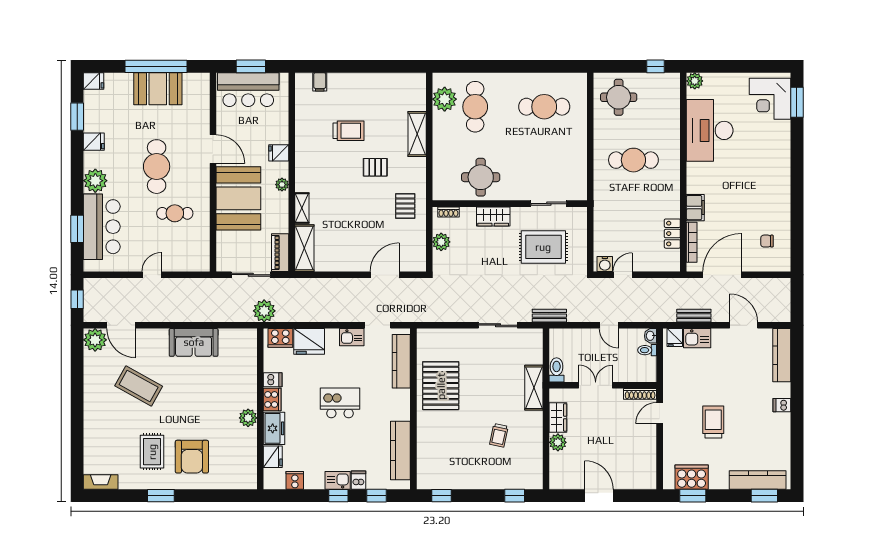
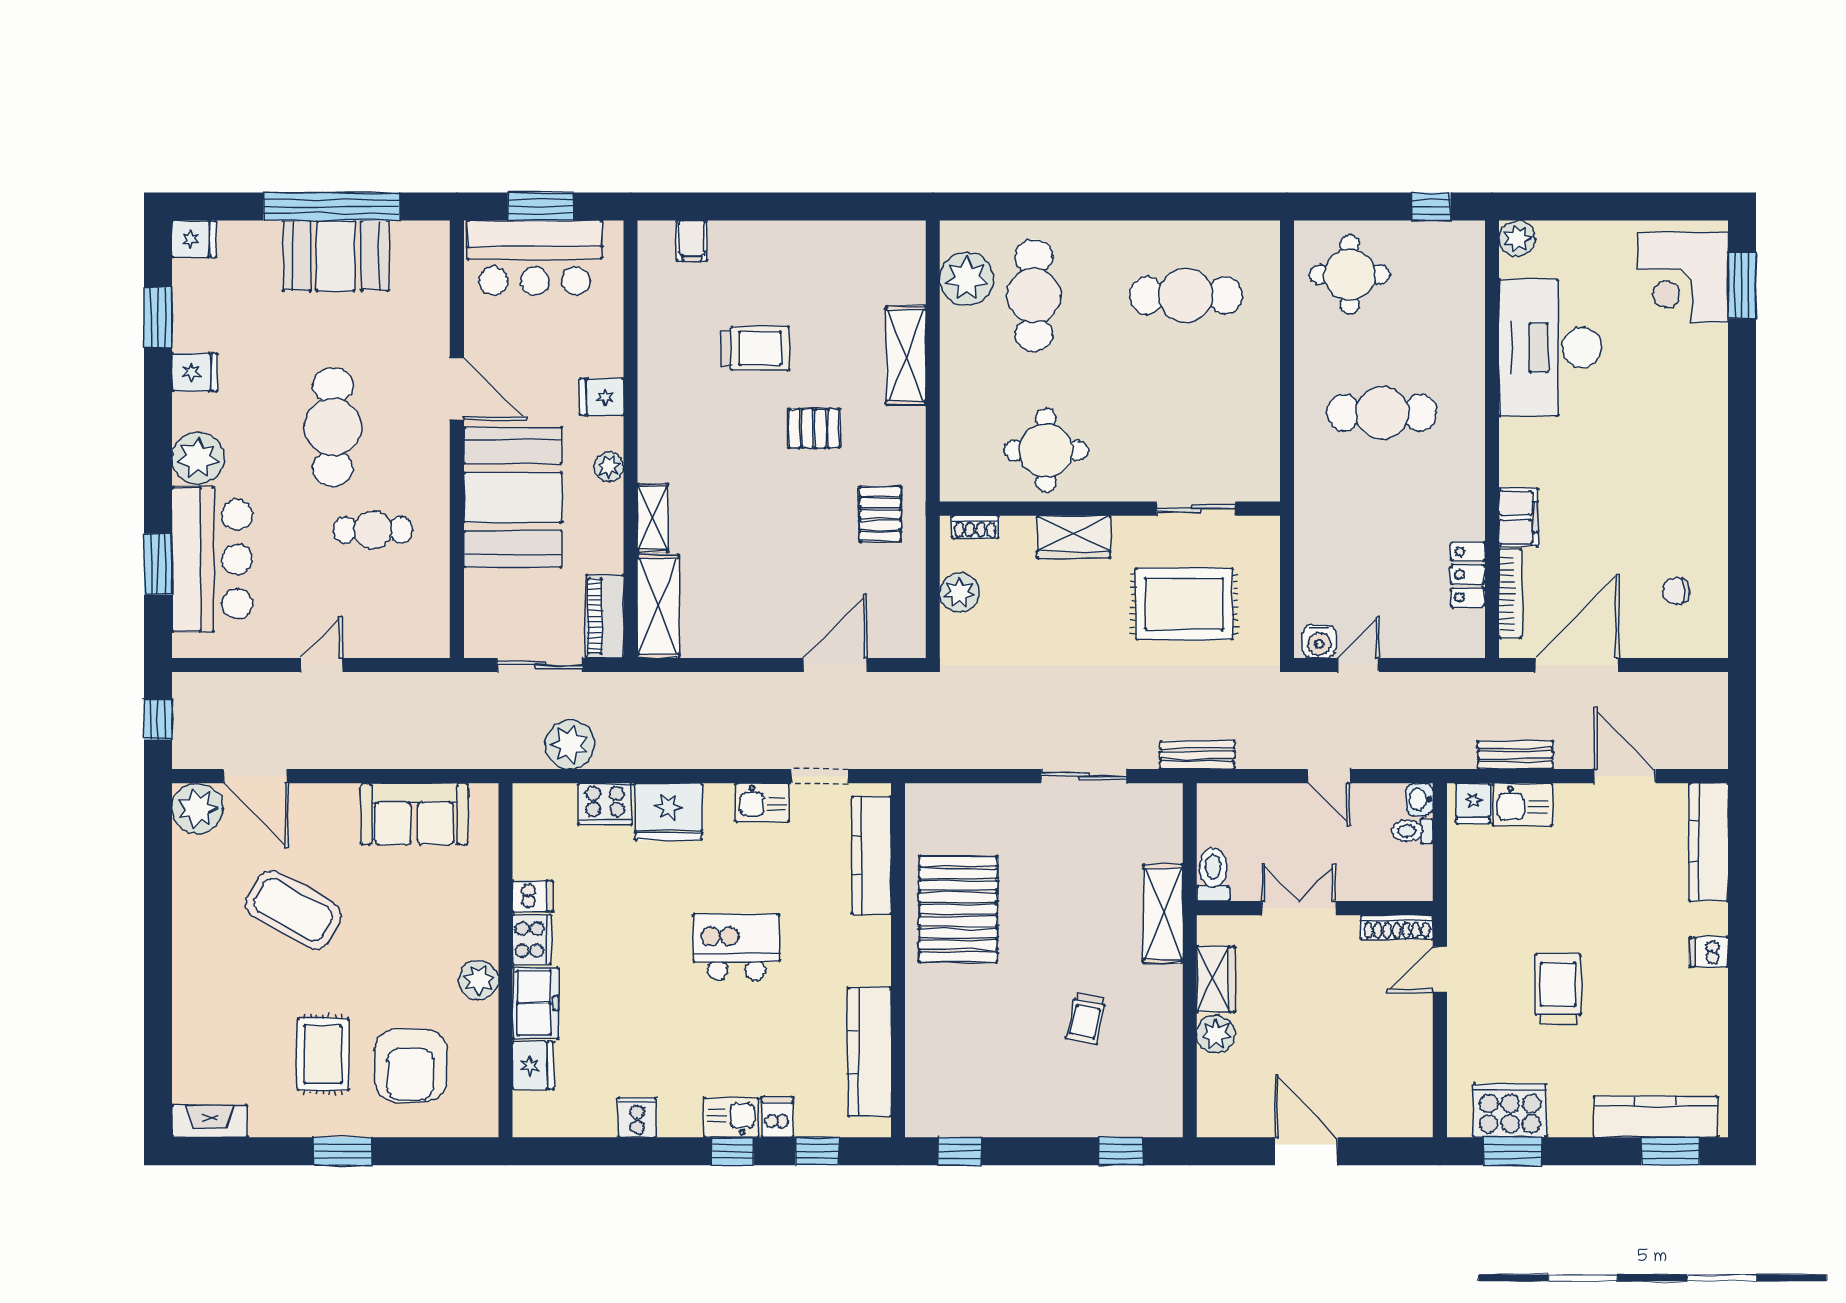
dishwasher: (273, 380) -> (533, 896), moved
cooker: (272, 399) -> (532, 940), moved
wall: (260, 409) -> (505, 960), moved
plant: (248, 418) -> (479, 980), moved
freezer: (274, 428) -> (536, 1003), moved
fridge: (273, 457) -> (533, 1066), moved

